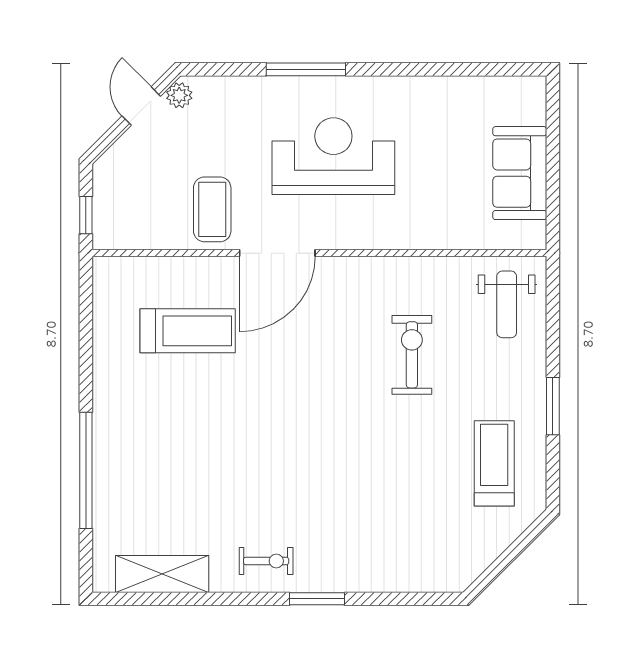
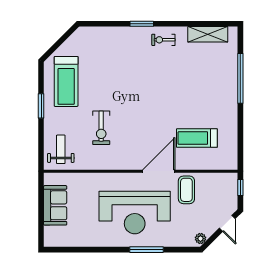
door: (141, 106) -> (227, 223), moved
reception desk: (333, 156) -> (135, 213), width x1.36, depth x1.30
treadmill: (494, 463) -> (66, 81), width x1.37, depth x1.38

